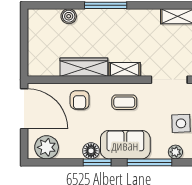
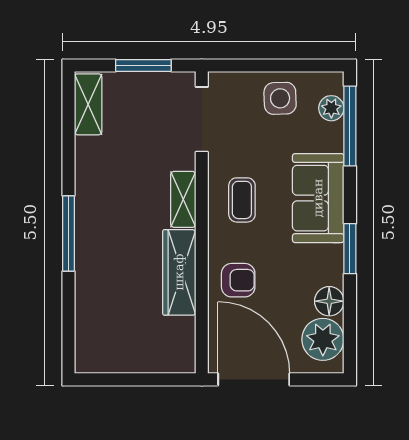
boiler: (69, 16) -> (88, 300), removed
door: (24, 109) -> (254, 379), hinge flipped
floor lamp: (91, 151) -> (329, 301), moved
window: (149, 162) -> (350, 126), moved

